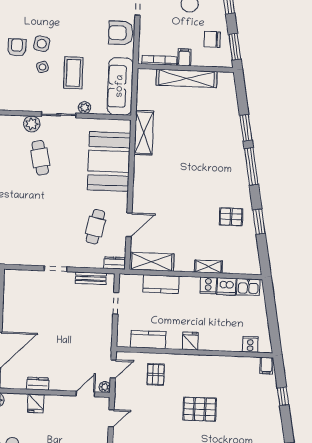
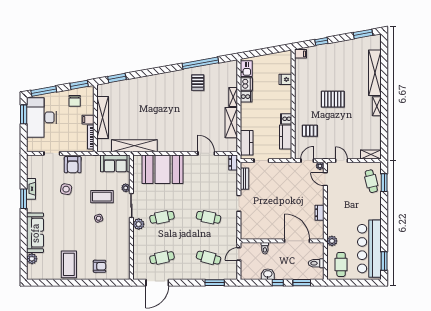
side table: (42, 44) -> (66, 189), moved
armchair: (17, 47) -> (86, 237), removed
sofa: (120, 86) -> (115, 163), width x0.73
window: (246, 128) -> (117, 78), moved
shelving: (144, 133) -> (134, 146), width x1.47
window: (251, 166) -> (162, 70), removed
window: (259, 222) -> (200, 63), width x2.11
cafe table: (95, 227) -> (208, 217), moved
shelving: (152, 262) -> (231, 123), moved
kitchen counter: (161, 284) -> (247, 143), moved
fridge: (190, 341) -> (285, 79), moved
cooker: (250, 344) -> (286, 119), moved
door: (113, 369) -> (307, 161), hinge flipped
fridge: (36, 403) -> (333, 214), removed
pallet: (200, 409) -> (333, 99), turned 90

